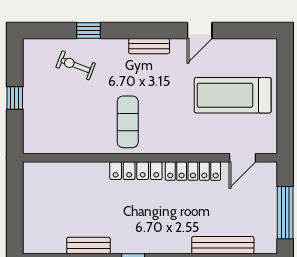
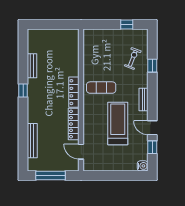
window: (235, 30) -> (152, 147), added
water cooler: (268, 48) -> (143, 166), added
treadmill: (233, 95) -> (118, 123), moved
window: (15, 98) -> (127, 24), moved

